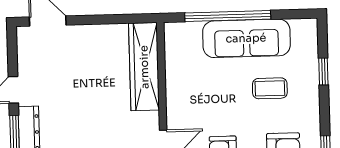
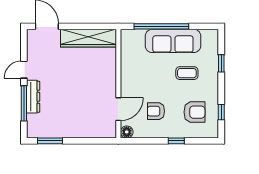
wardrobe: (144, 67) -> (88, 38), moved, turned -90

